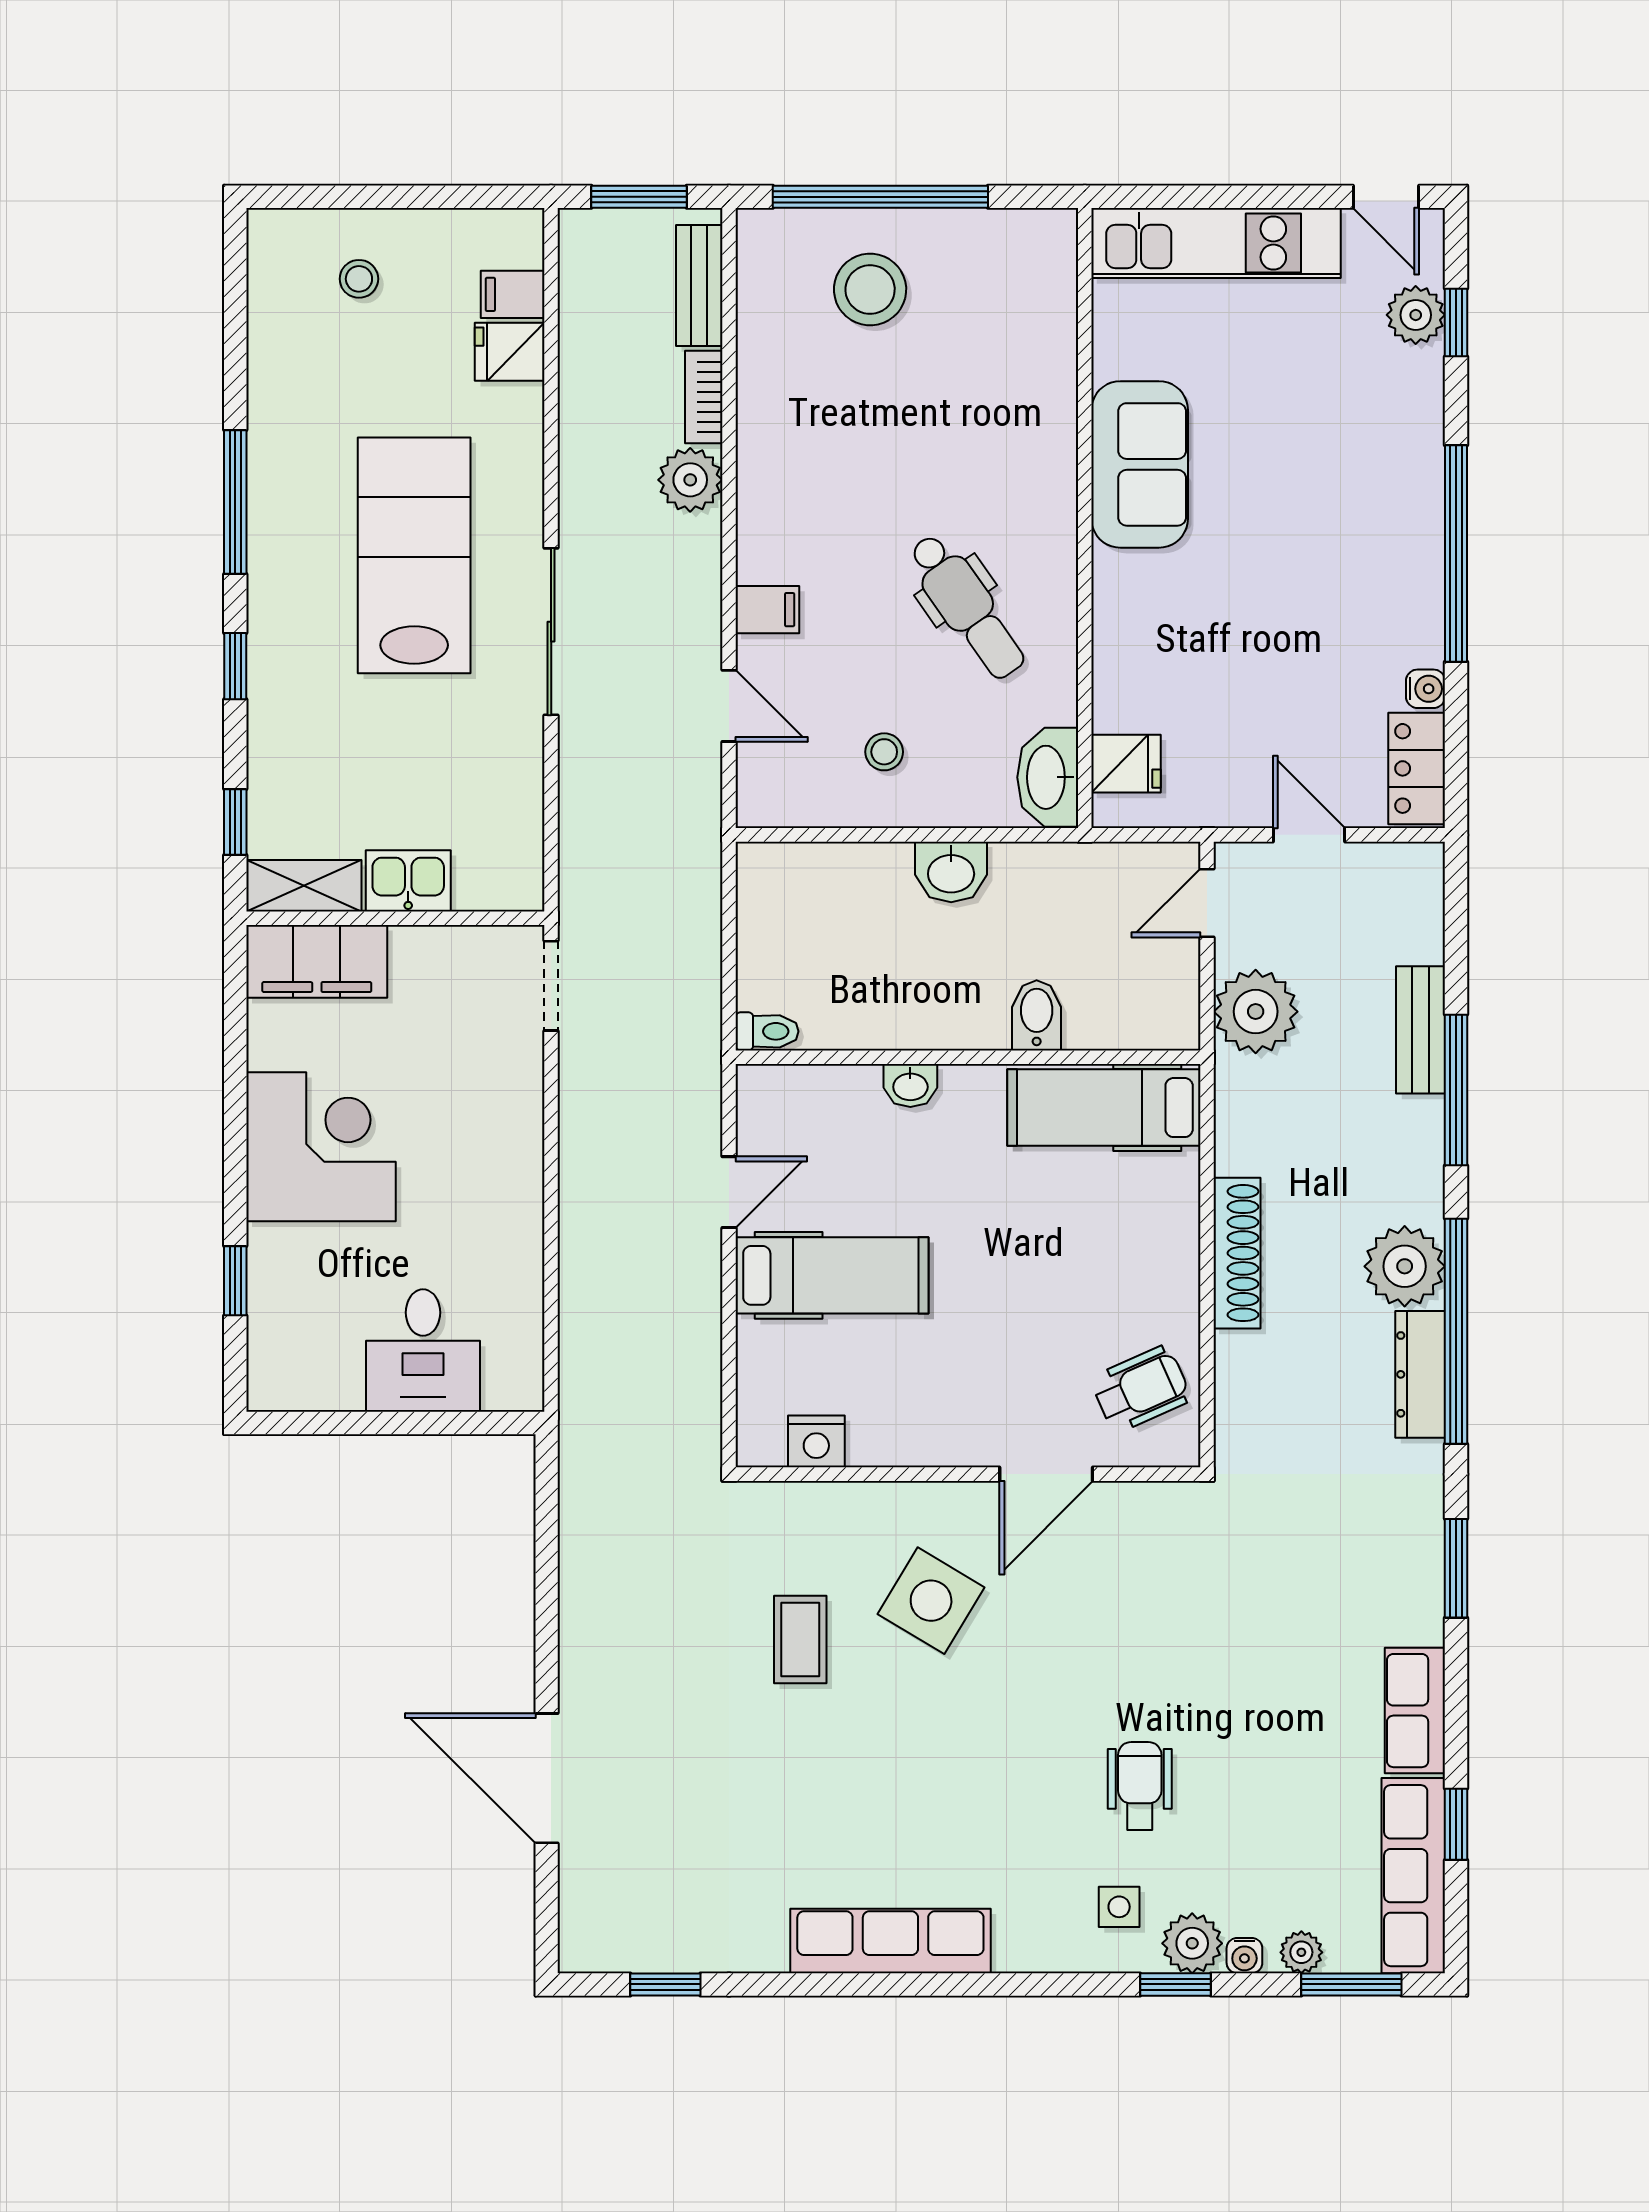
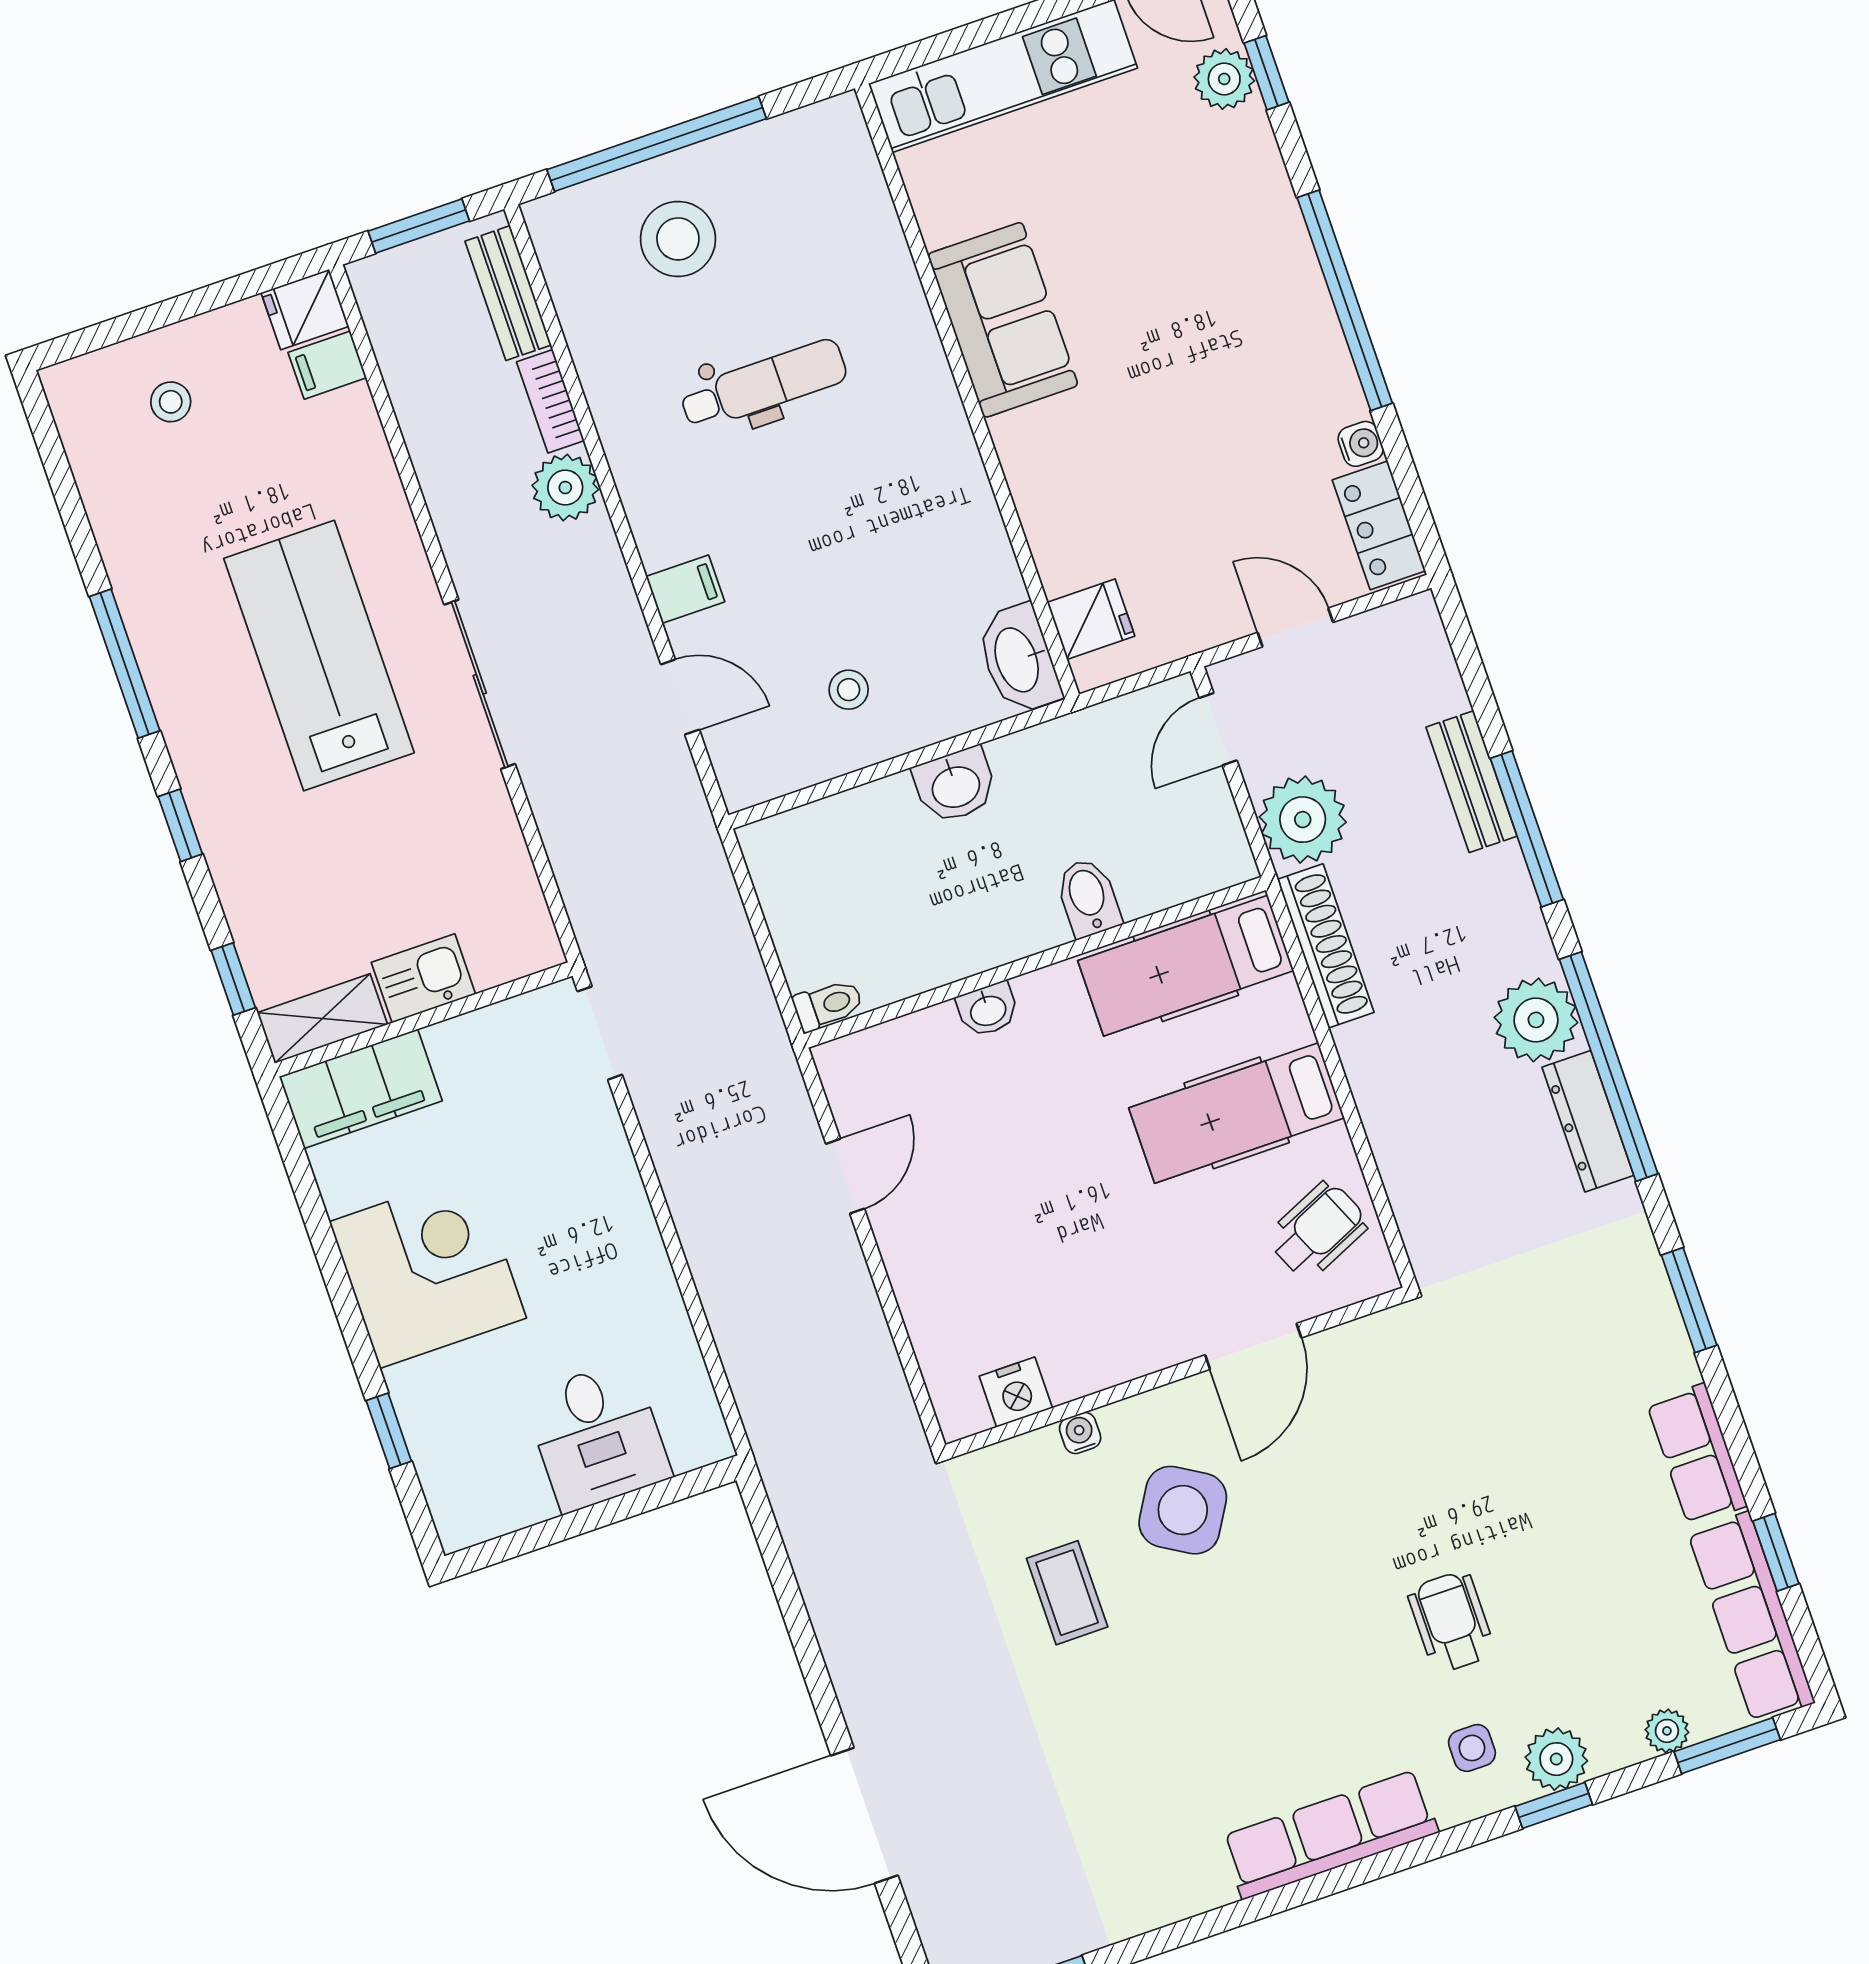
fridge: (510, 352) -> (305, 309), moved
dental chair: (967, 607) -> (764, 385), moved, turned -55
shoe rack: (1237, 1253) -> (1326, 946), moved
hospital bed: (832, 1275) -> (1237, 1113), moved, turned 180
row of seats: (890, 1941) -> (1330, 1834), moved
water cooler: (1244, 1956) -> (1080, 1433), moved, turned 180

